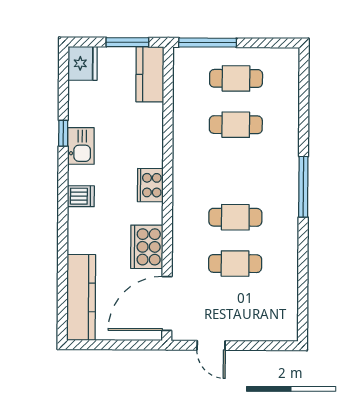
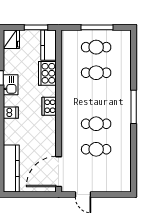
window: (208, 43) -> (97, 27), moved
cooker: (147, 247) -> (47, 73), moved

